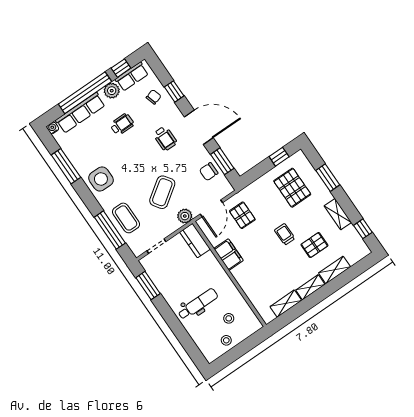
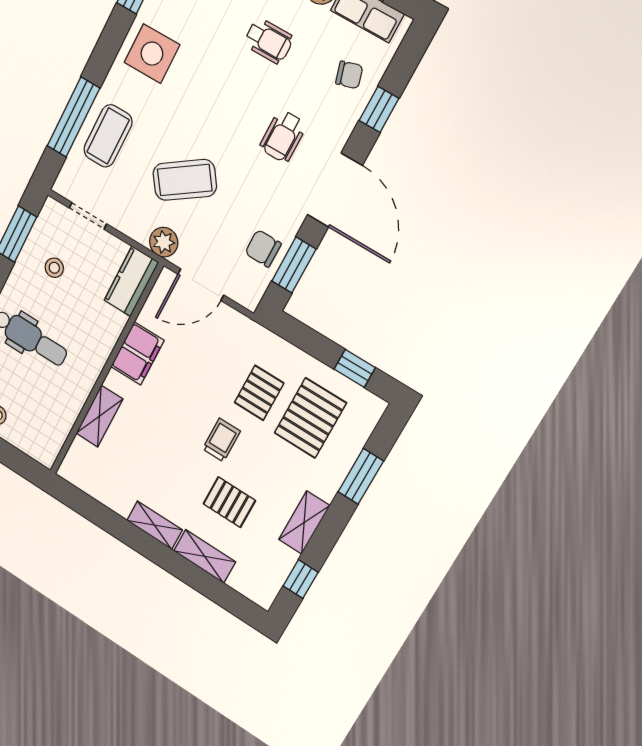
pallet: (242, 215) -> (259, 393), moved
shelving: (286, 304) -> (99, 416), moved, turned 90
stool: (229, 318) -> (54, 268), moved

